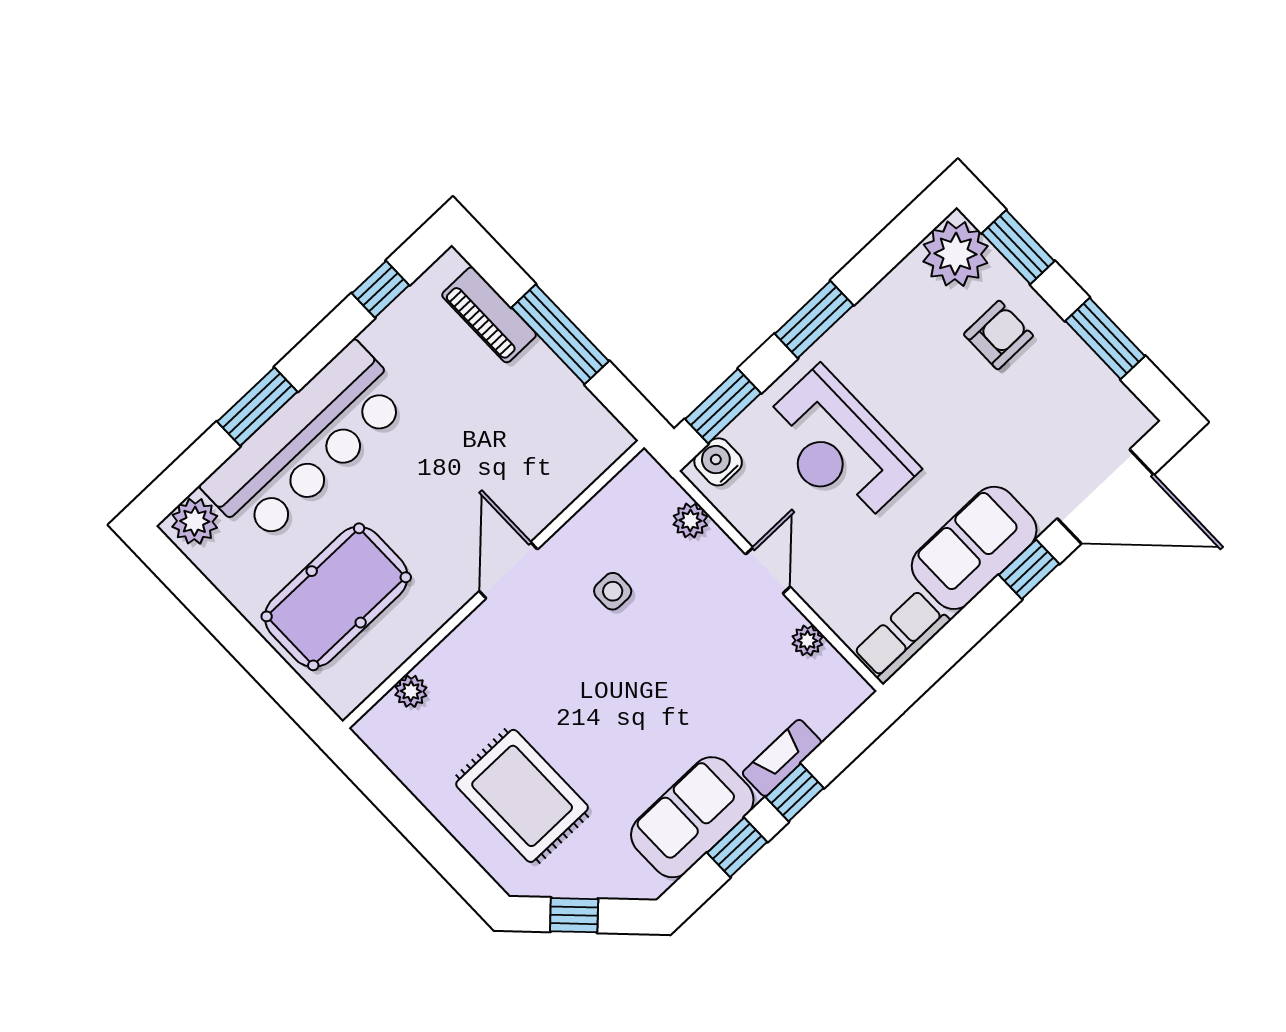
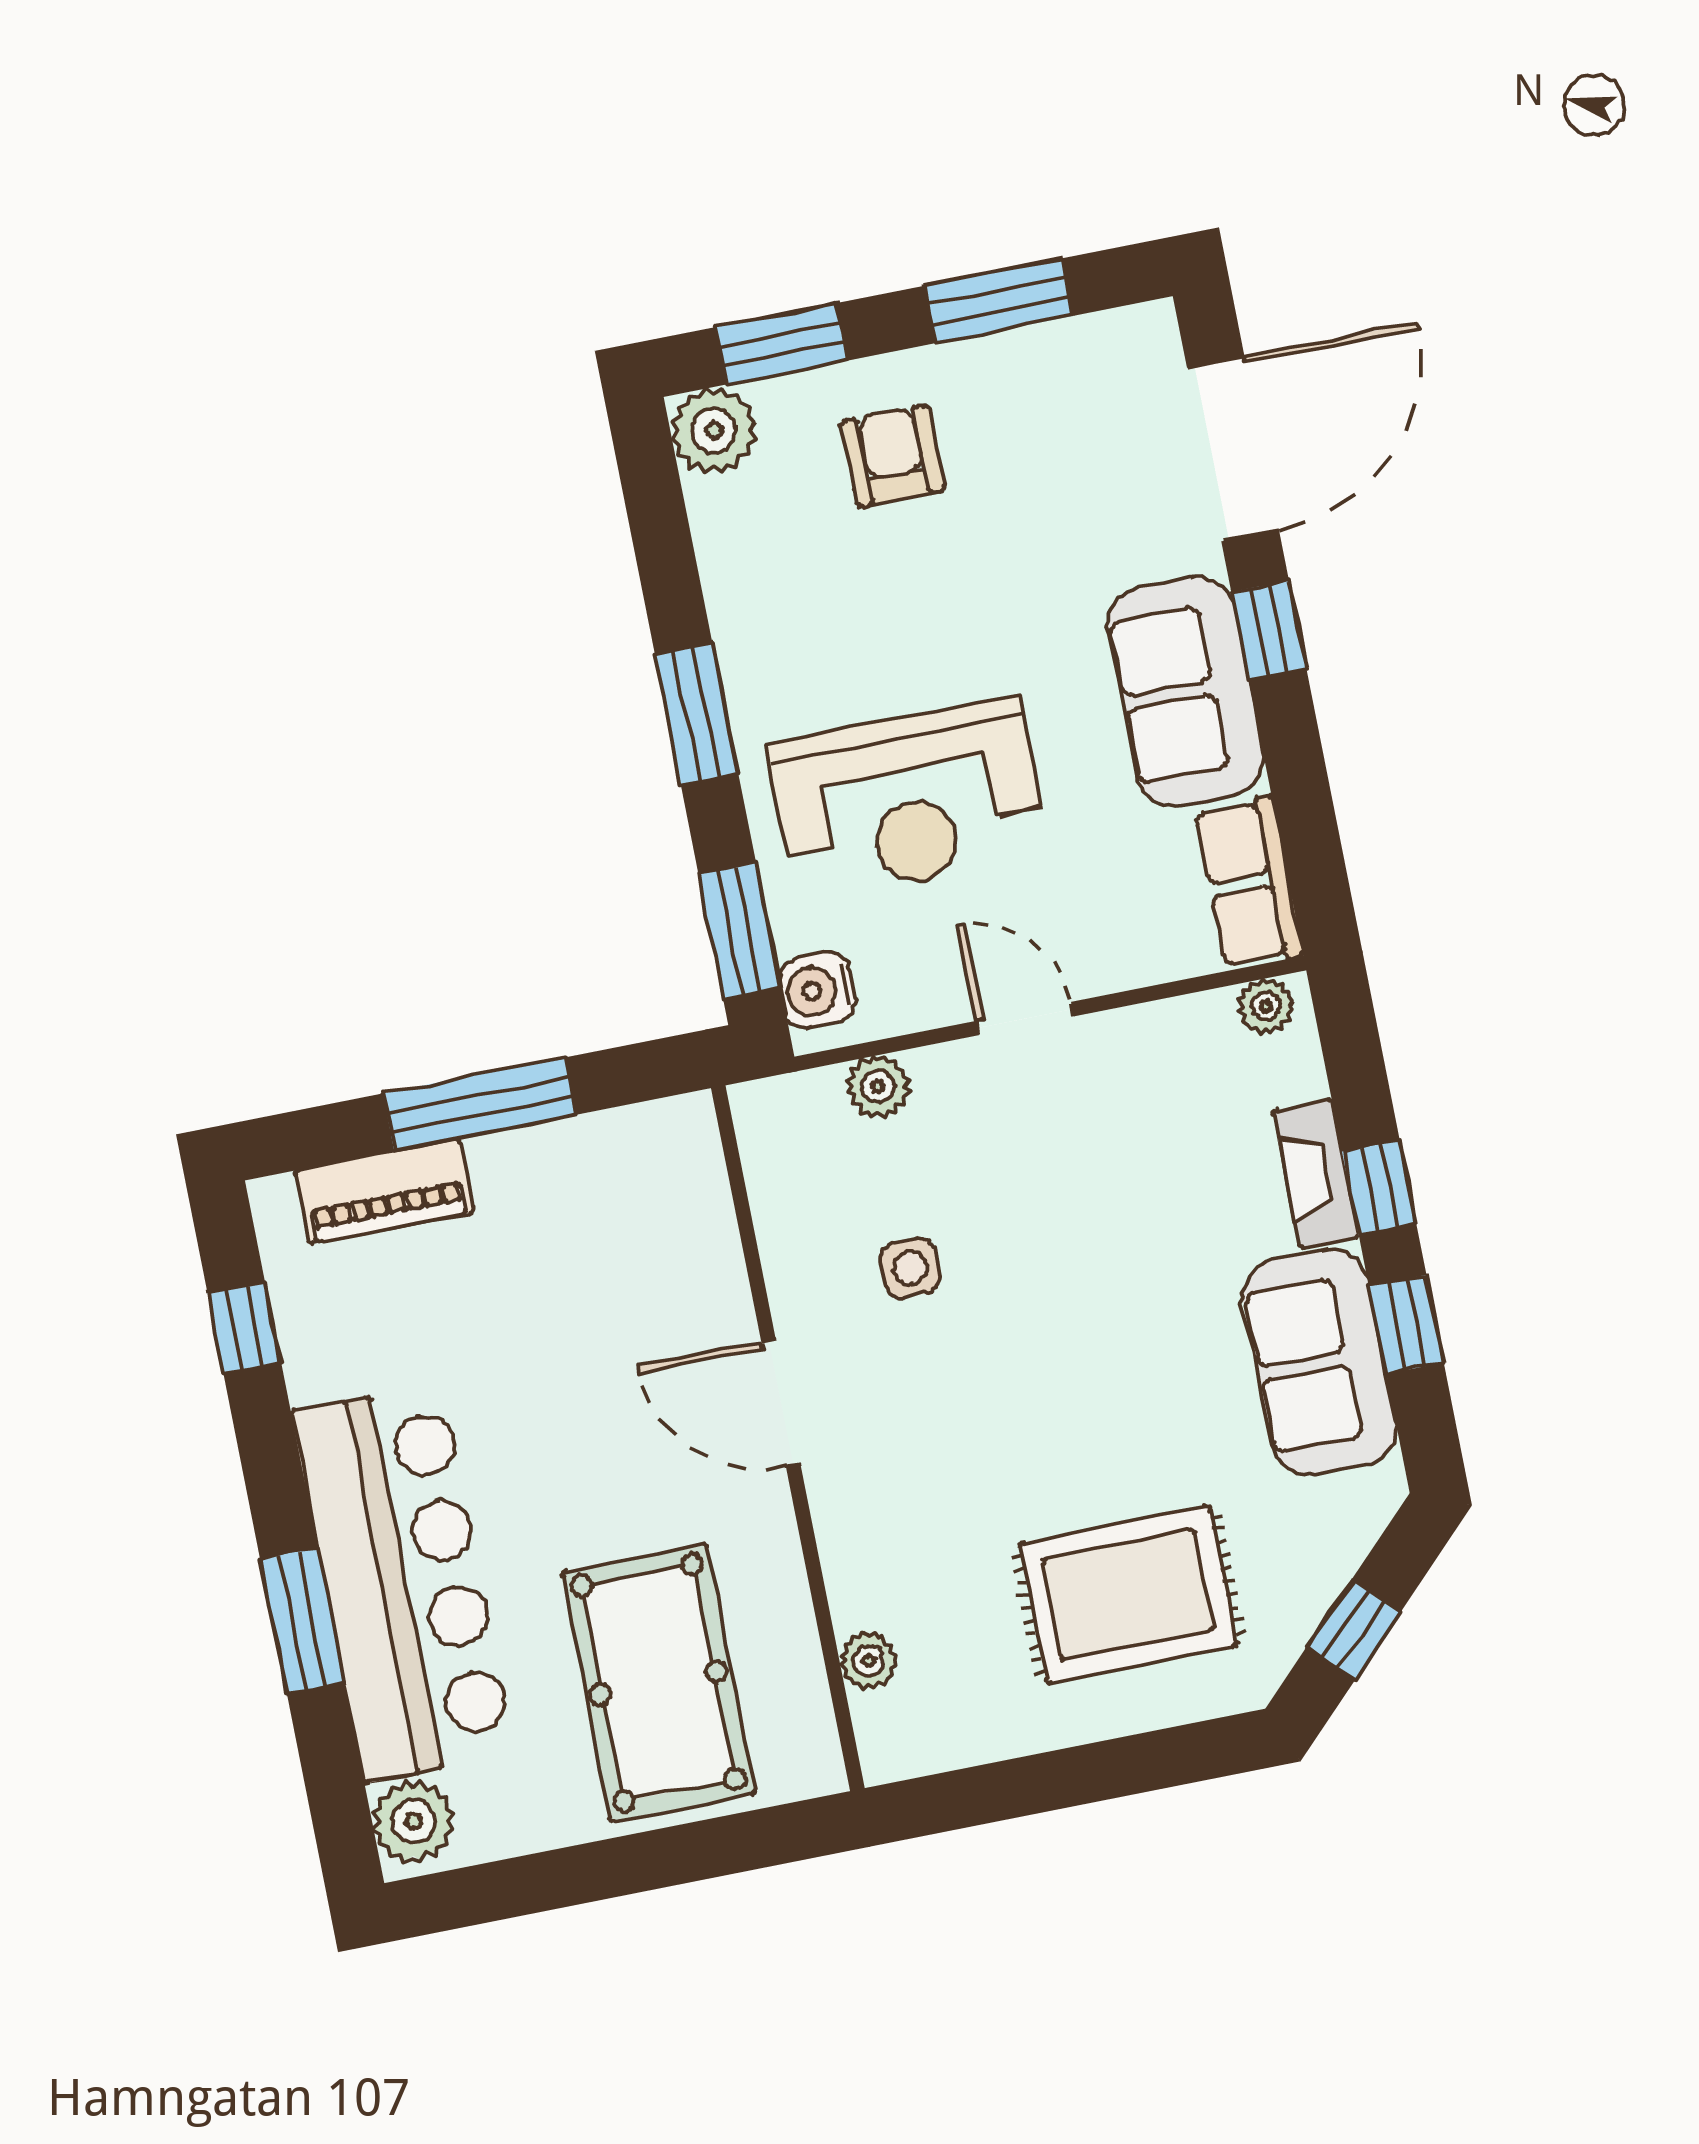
plant: (955, 254) -> (714, 431), width x0.73, depth x0.73
plant: (807, 641) -> (1266, 1006), moved

